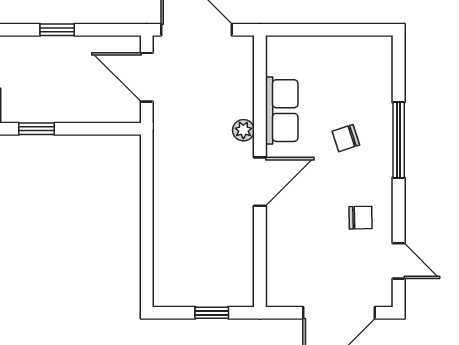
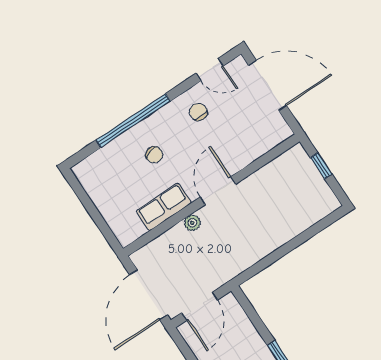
window: (399, 140) -> (133, 121), width x1.46
door: (260, 182) -> (218, 191), hinge flipped
door: (399, 261) -> (210, 70), swing flipped

